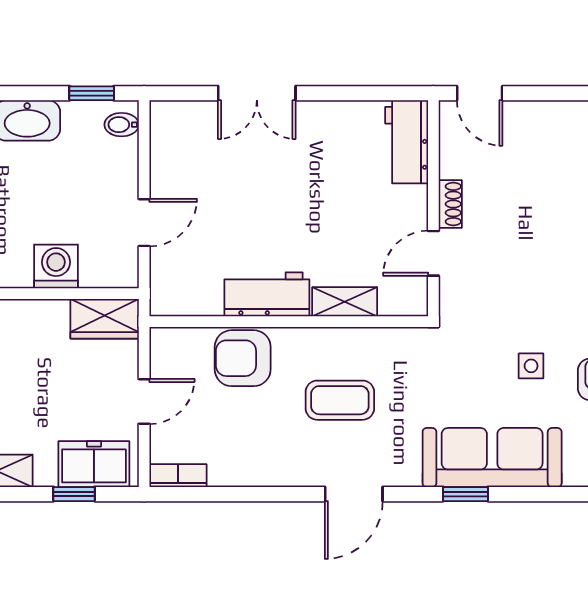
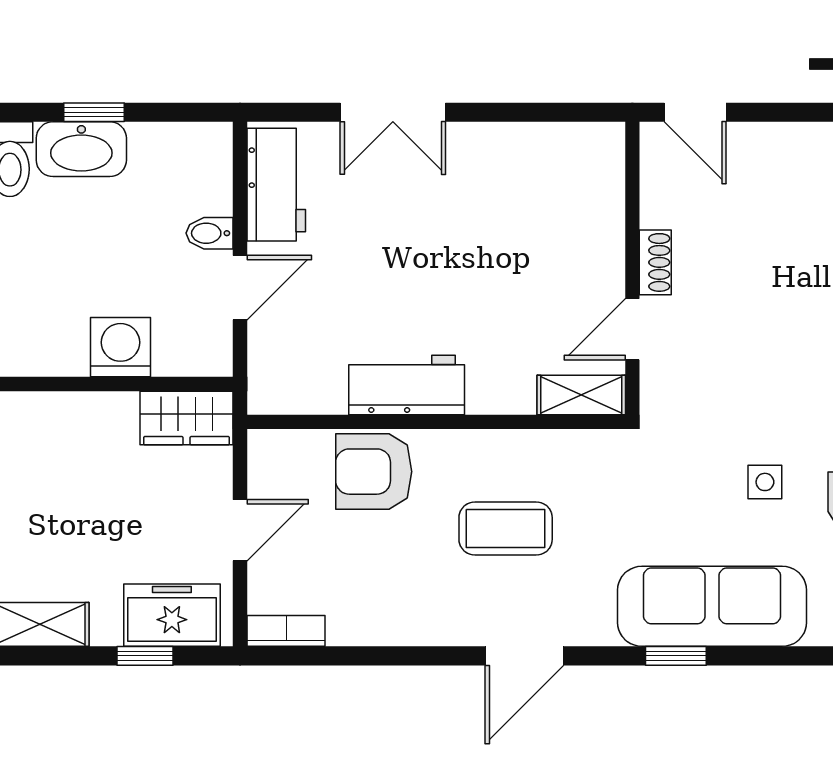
window: (92, 93) -> (94, 112), moved
bidet: (122, 125) -> (209, 233), moved
workbench: (407, 142) -> (276, 185), moved, turned 180
shelving: (345, 302) -> (581, 395), moved

